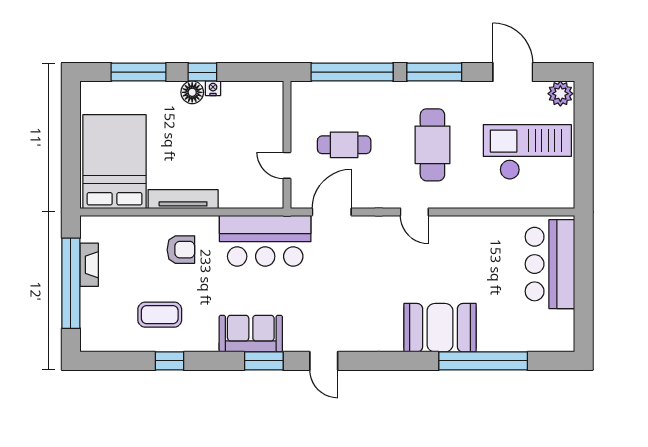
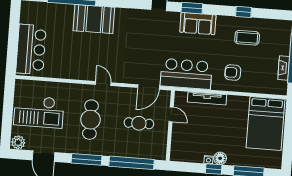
tv unit: (183, 199) -> (207, 98), moved

